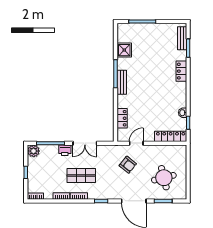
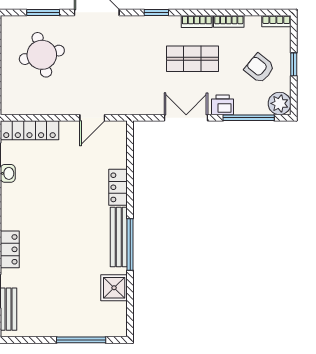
bench: (122, 82) -> (119, 237), width x1.36
locker: (122, 118) -> (118, 187), moved
armchair: (128, 165) -> (259, 68), moved

